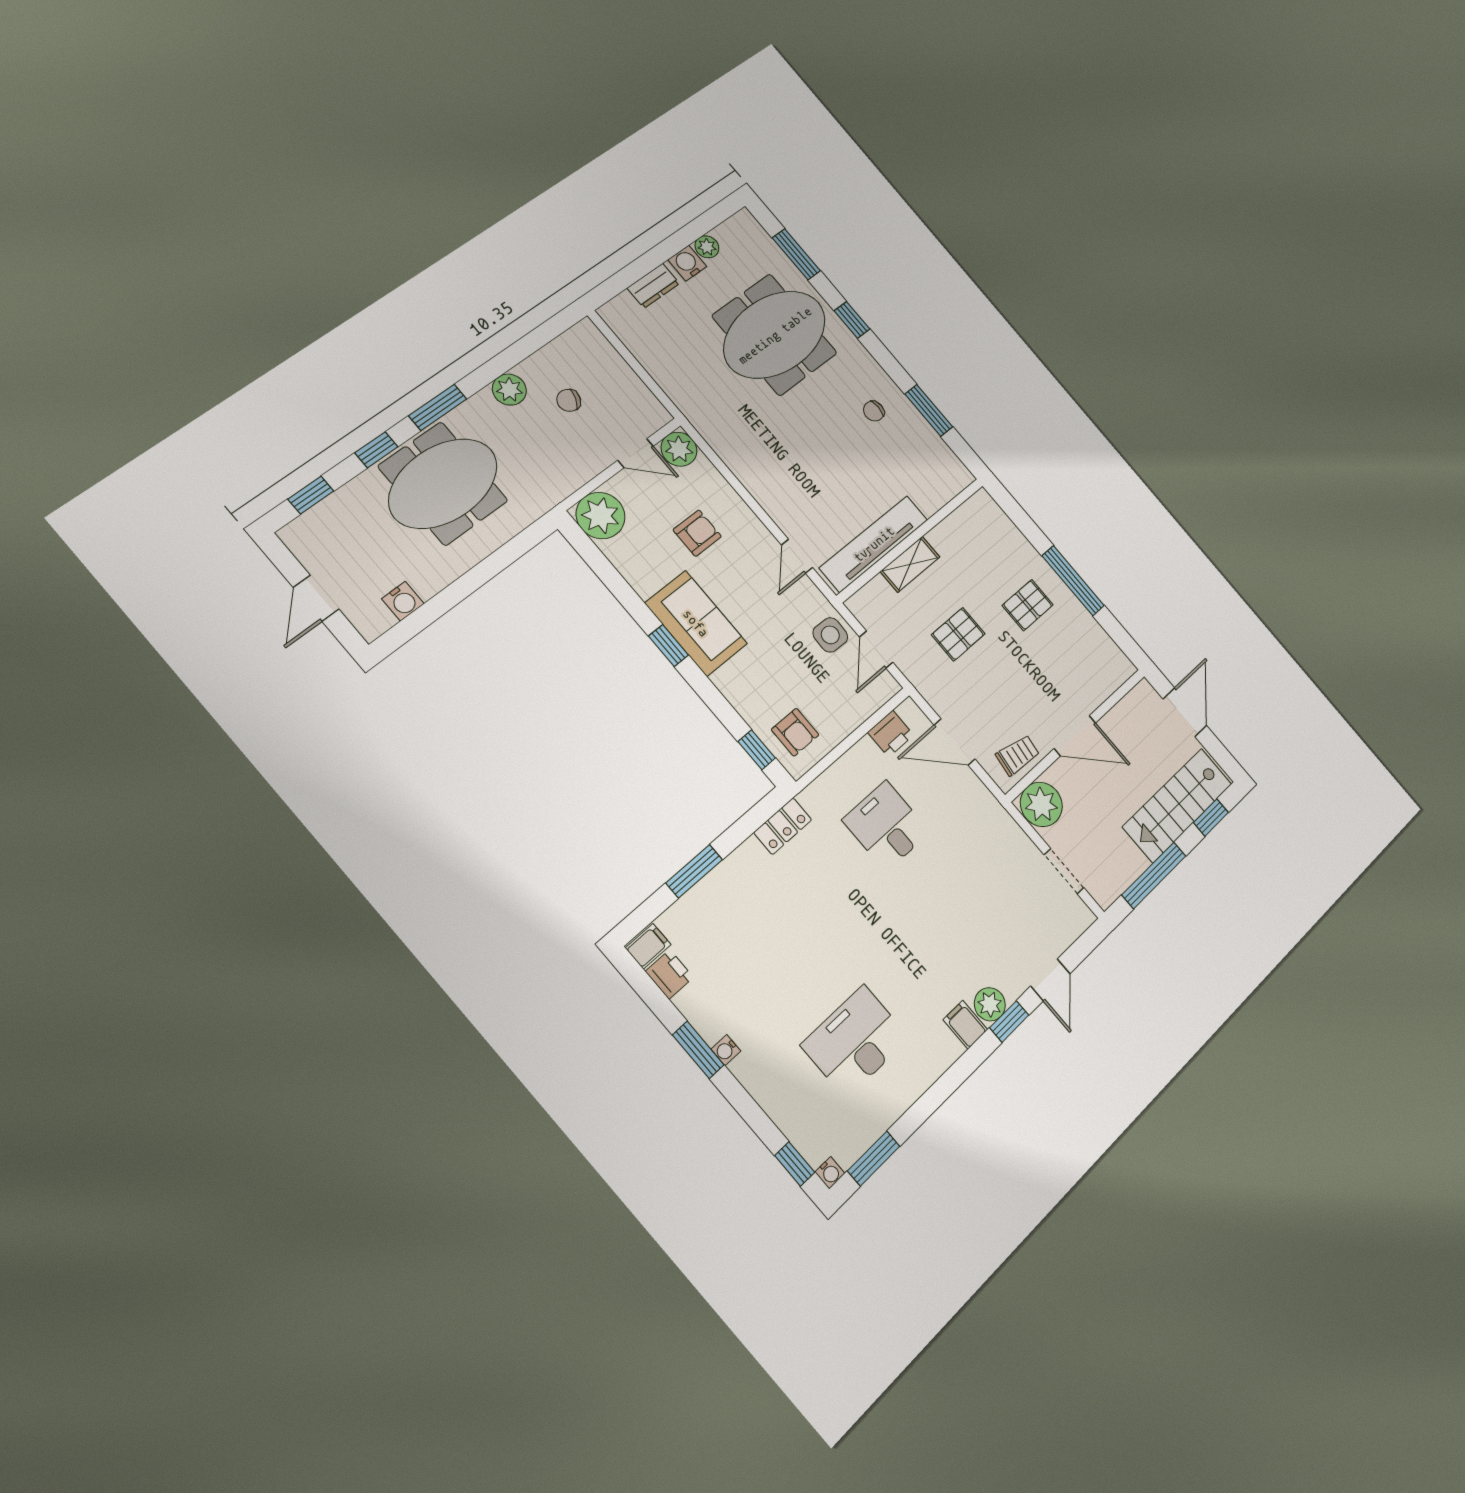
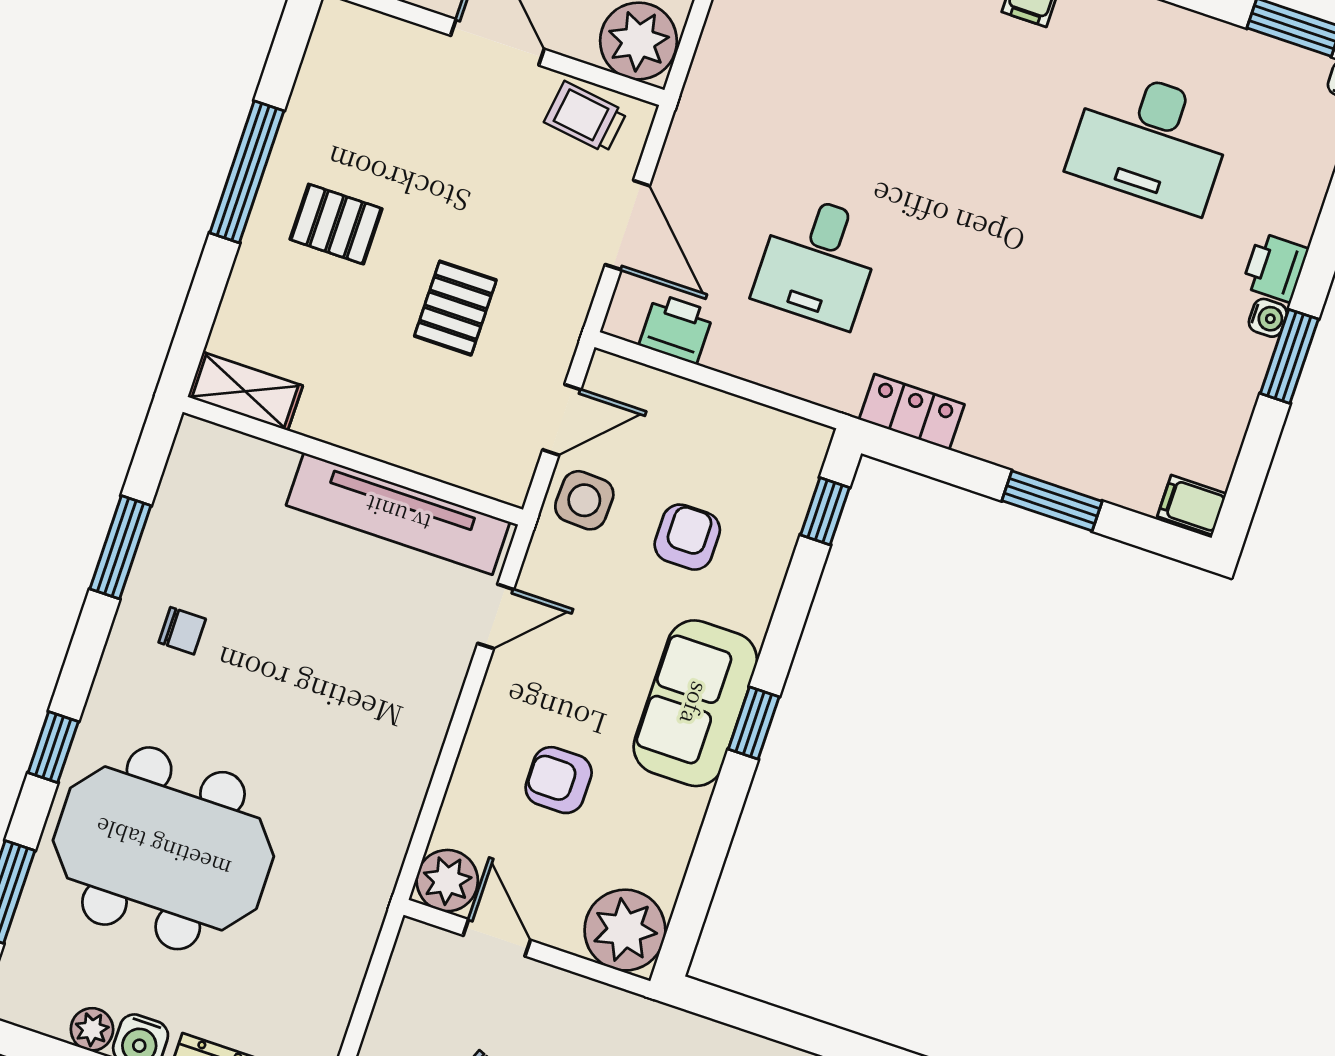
shelving: (910, 564) -> (245, 391), moved
pallet: (958, 634) -> (455, 308), turned 90
armchair: (795, 732) -> (687, 537), moved
printer: (669, 974) -> (1275, 268), moved

